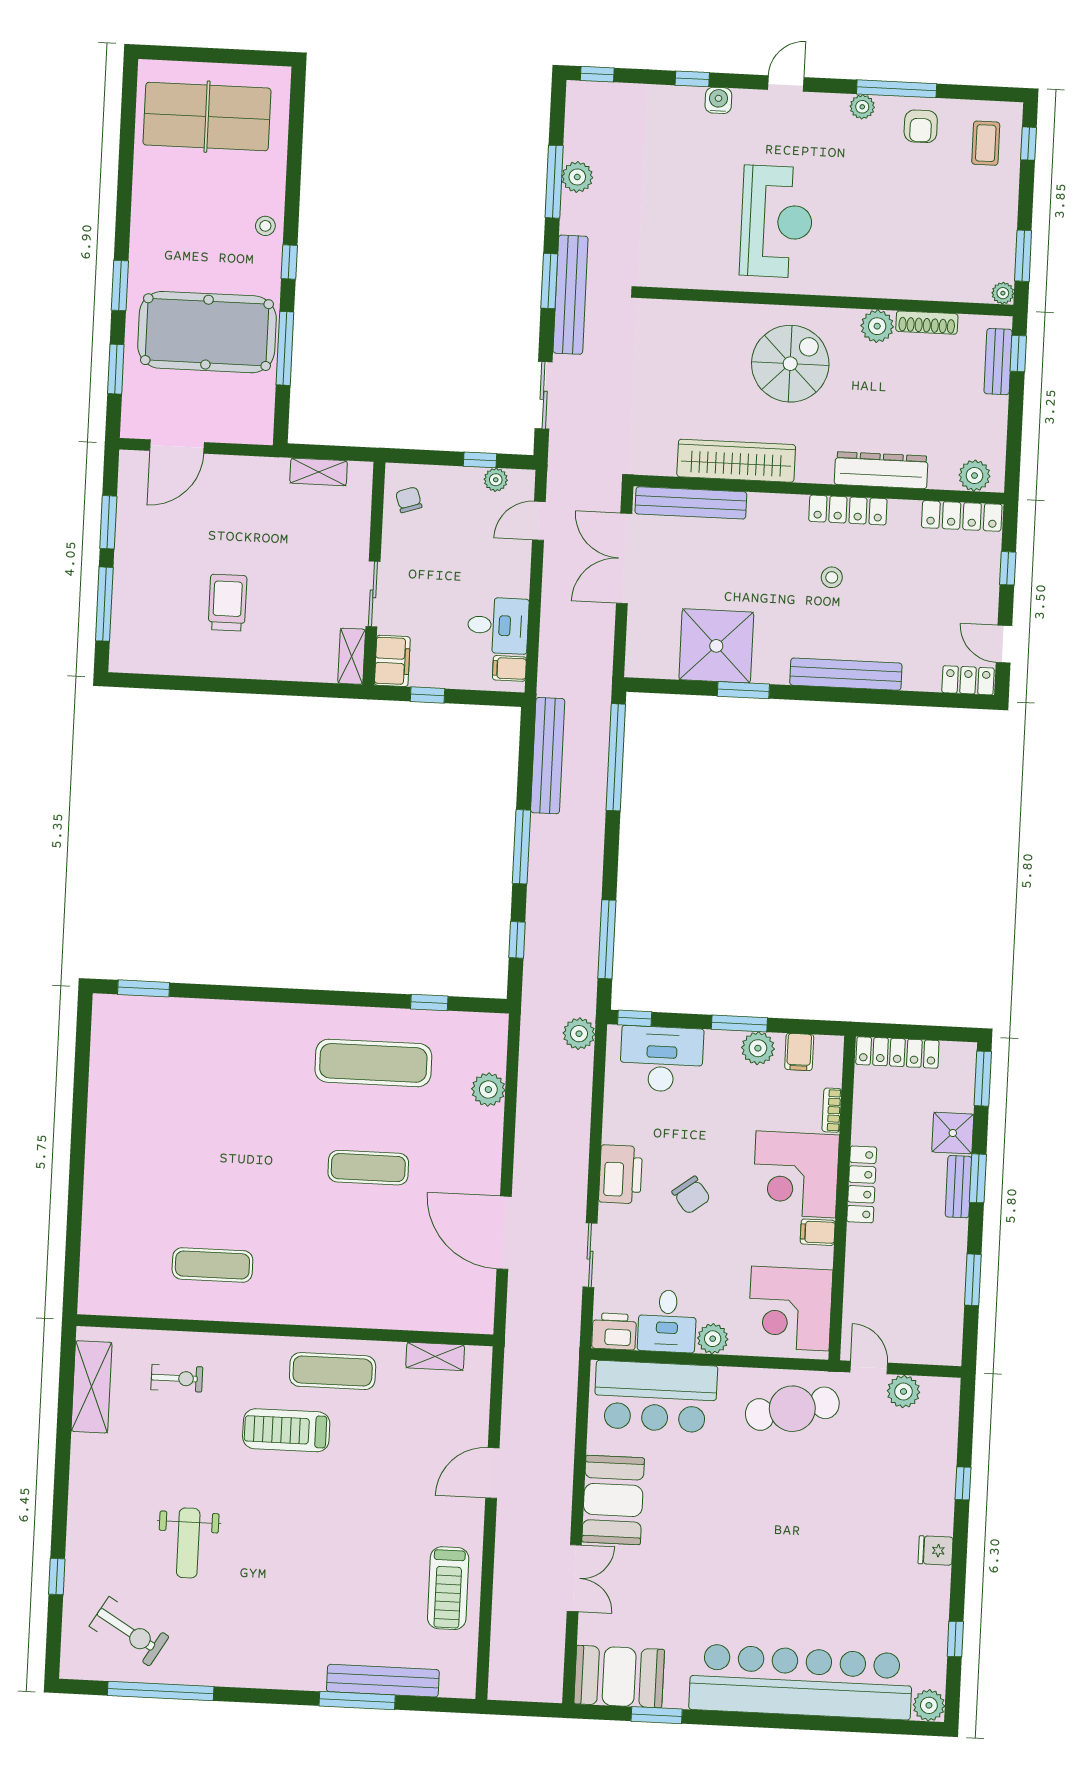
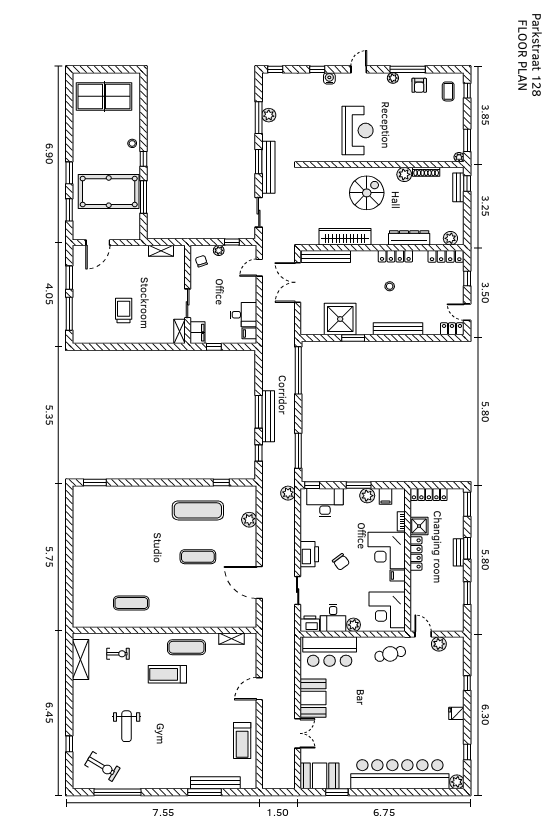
plant: (496, 480) -> (219, 250), moved
bench: (548, 756) -> (268, 416), moved
shower: (953, 1133) -> (419, 526), moved
cafe table: (792, 1409) -> (390, 654), width x0.73, depth x0.74

